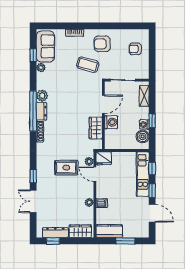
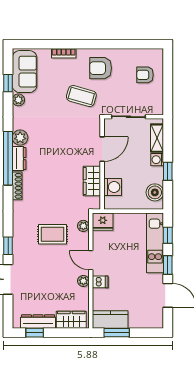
washing machine: (111, 122) -> (113, 187), moved
washing machine: (144, 125) -> (157, 160), moved
door: (95, 174) -> (91, 260), moved
window: (125, 241) -> (117, 333), moved

